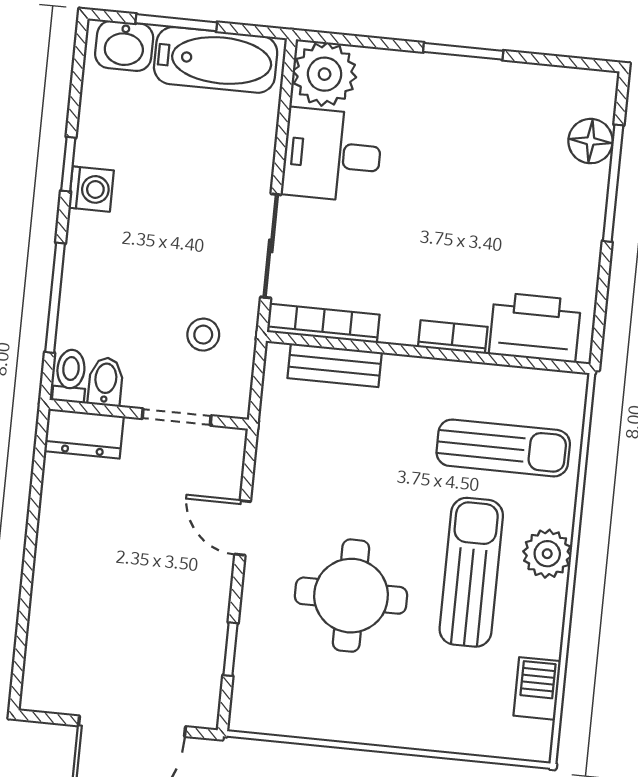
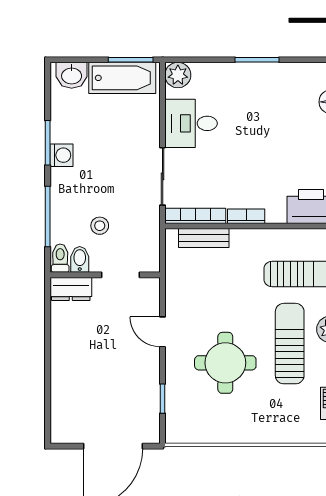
window: (176, 23) -> (131, 60), moved
plant: (325, 74) -> (178, 75), width x0.73, depth x0.73
window: (68, 164) -> (48, 143), width x1.50
stool: (203, 335) -> (100, 226), moved
bookcase: (453, 337) -> (246, 216), moved

